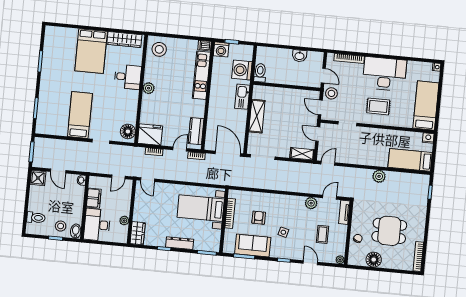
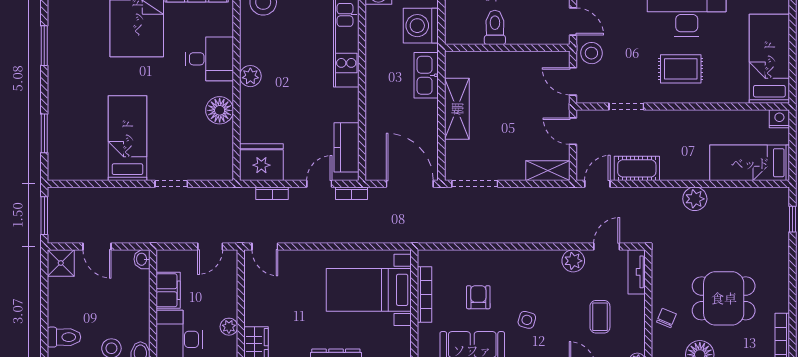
toilet: (260, 73) -> (495, 27), moved
floor lamp: (128, 131) -> (220, 110), moved
cot: (350, 157) -> (637, 168), added

